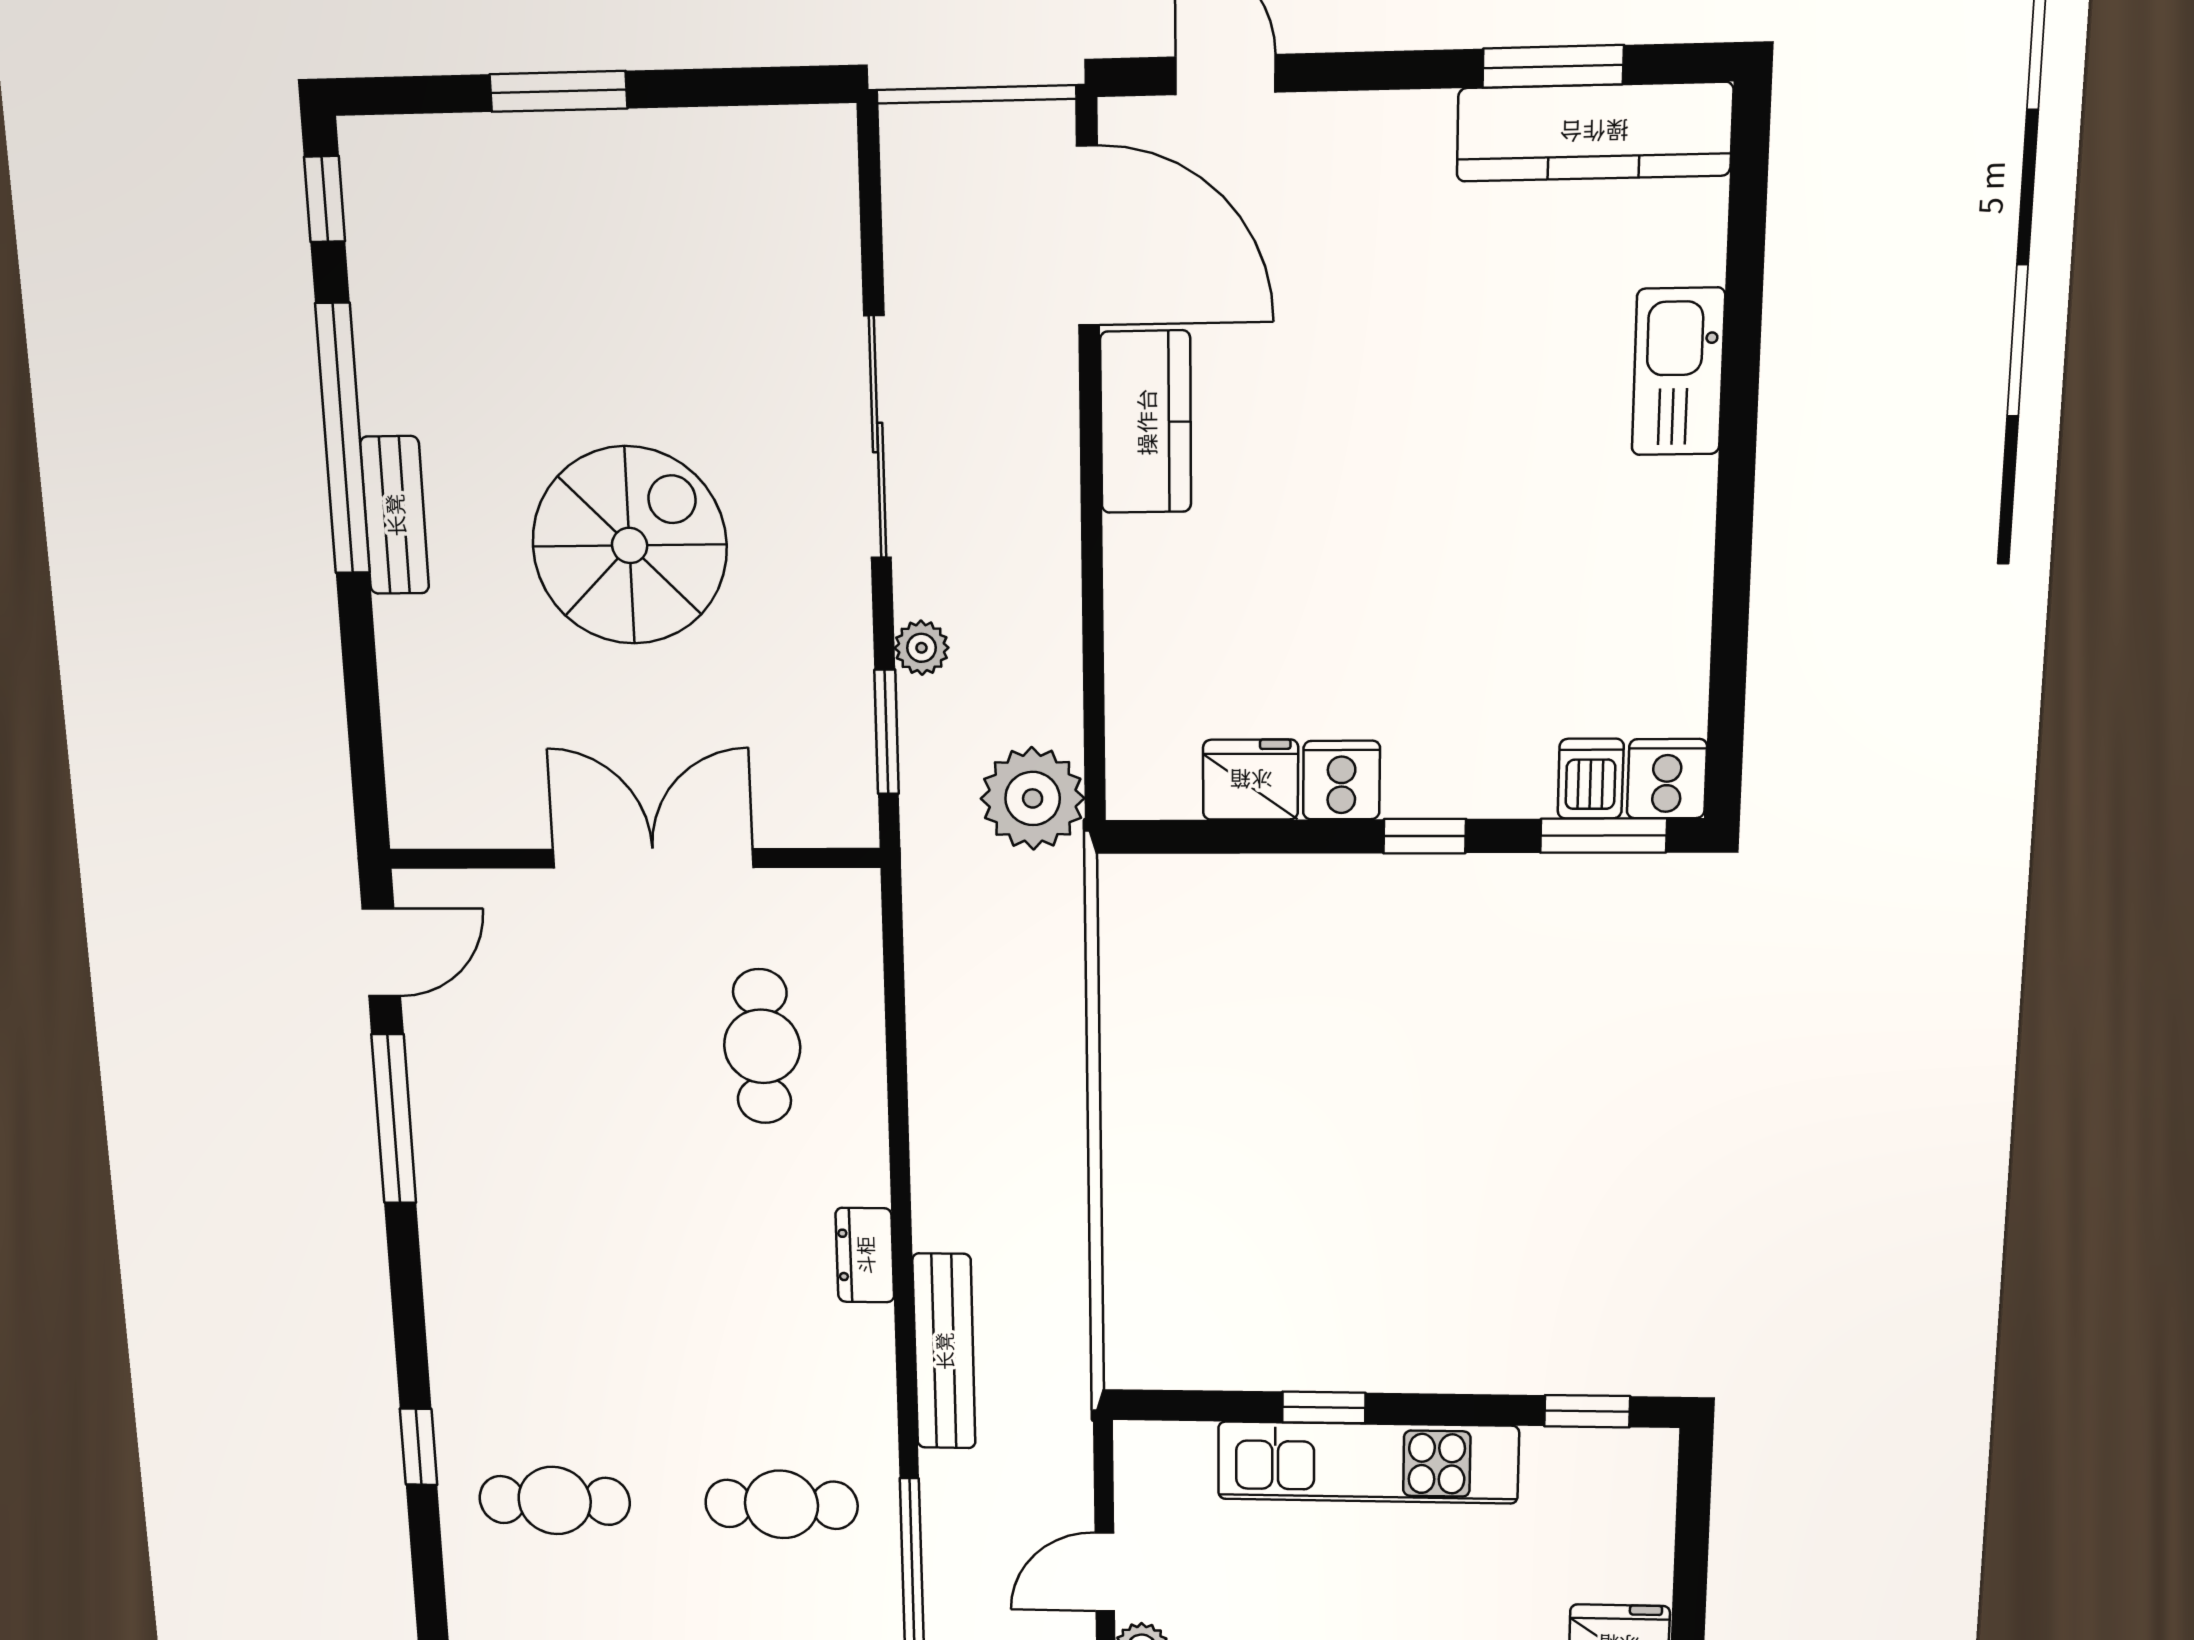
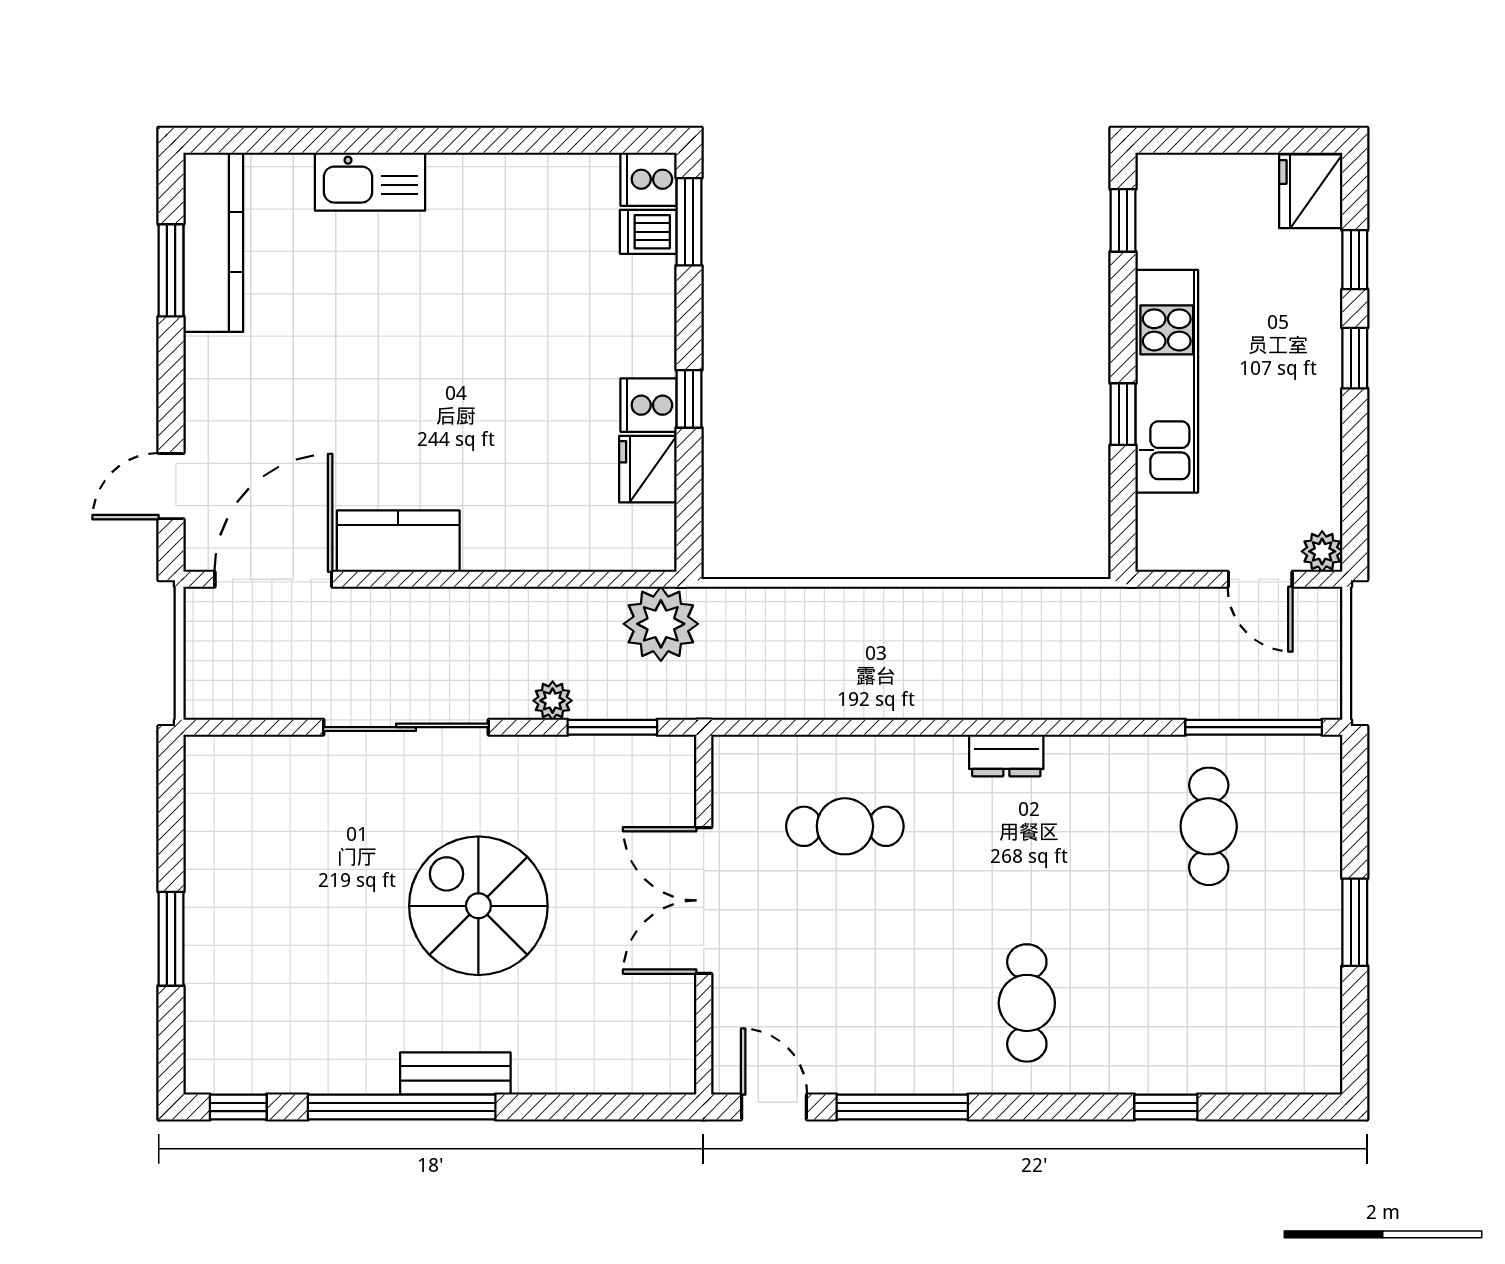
window: (1425, 836) -> (689, 399), moved
bench: (944, 1351) -> (1082, 698), removed
cafe table: (555, 1500) -> (1027, 1003), moved

